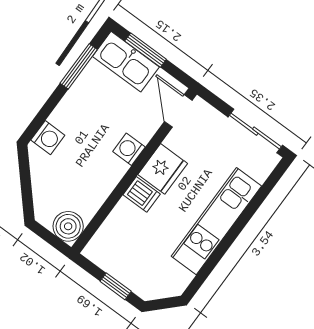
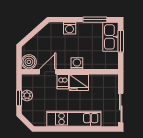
door: (178, 111) -> (48, 72), moved
washing machine: (48, 138) -> (70, 28), moved
plant: (121, 270) -> (27, 95), added

